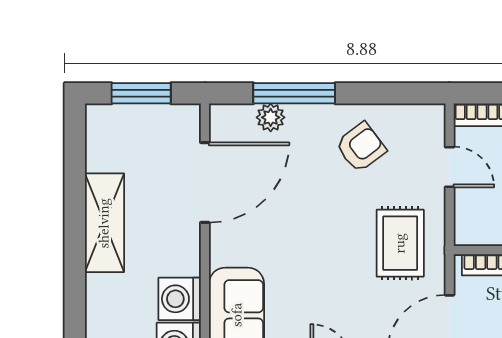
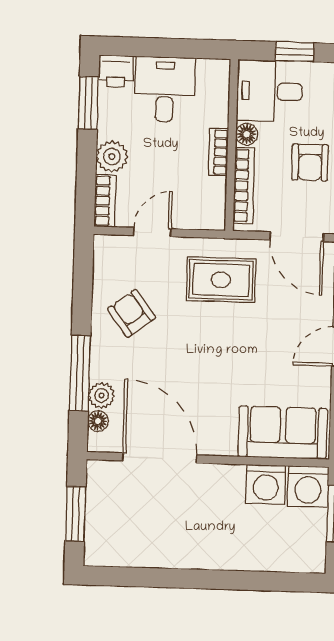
floor lamp: (243, 114) -> (98, 421), added
shelving: (104, 223) -> (194, 551), removed

